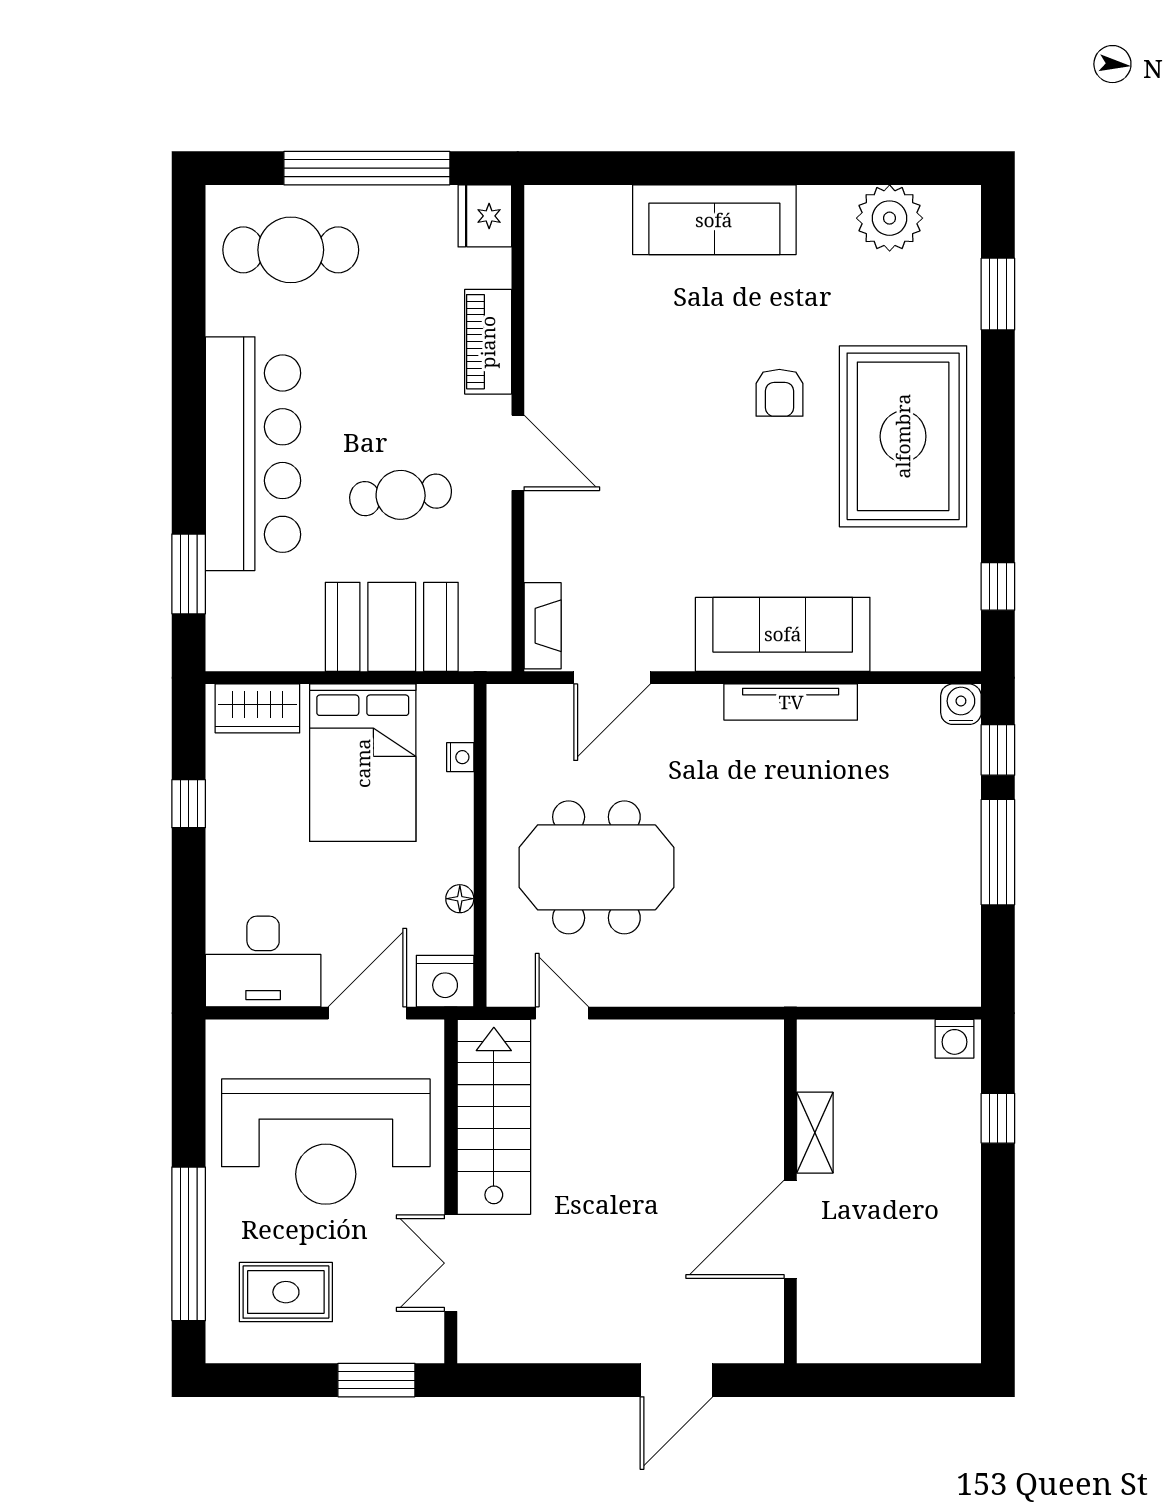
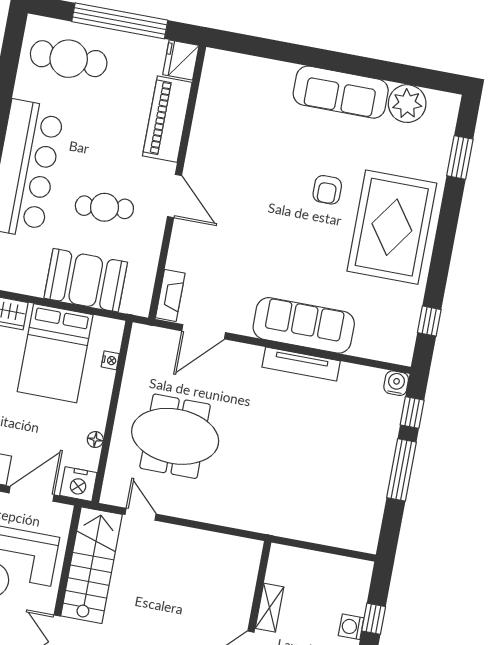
sofa: (714, 220) -> (341, 92), moved
piano: (488, 342) -> (167, 119), width x1.37, depth x1.33
washing machine: (955, 1039) -> (351, 627), moved, turned 90

